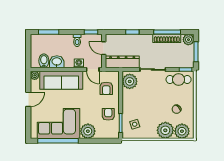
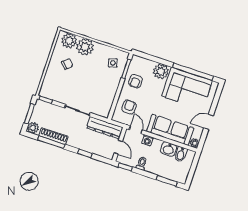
cafe table: (179, 80) -> (56, 92), removed
plant: (130, 81) -> (104, 106), removed

